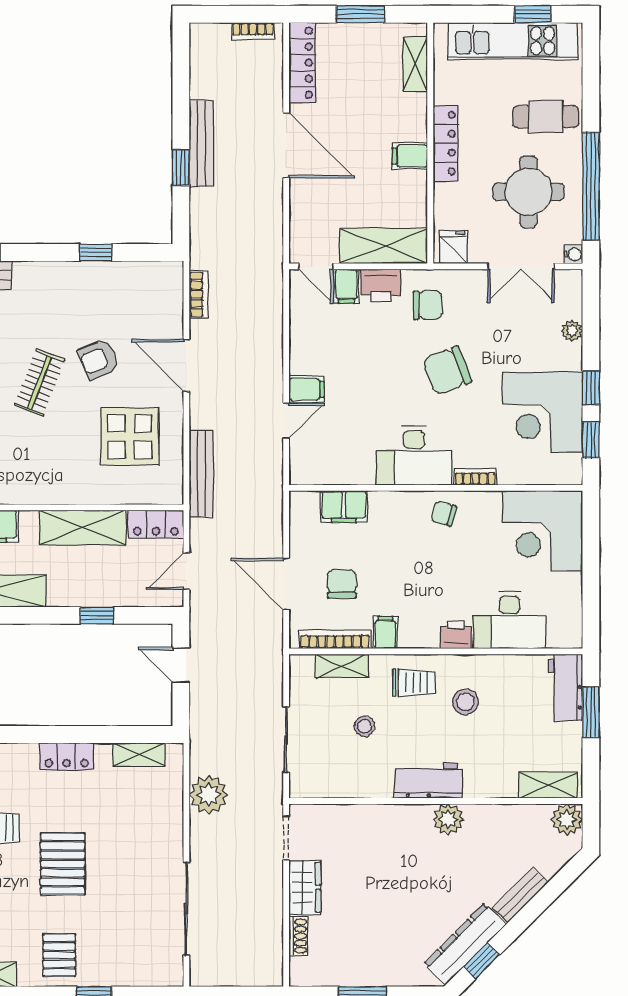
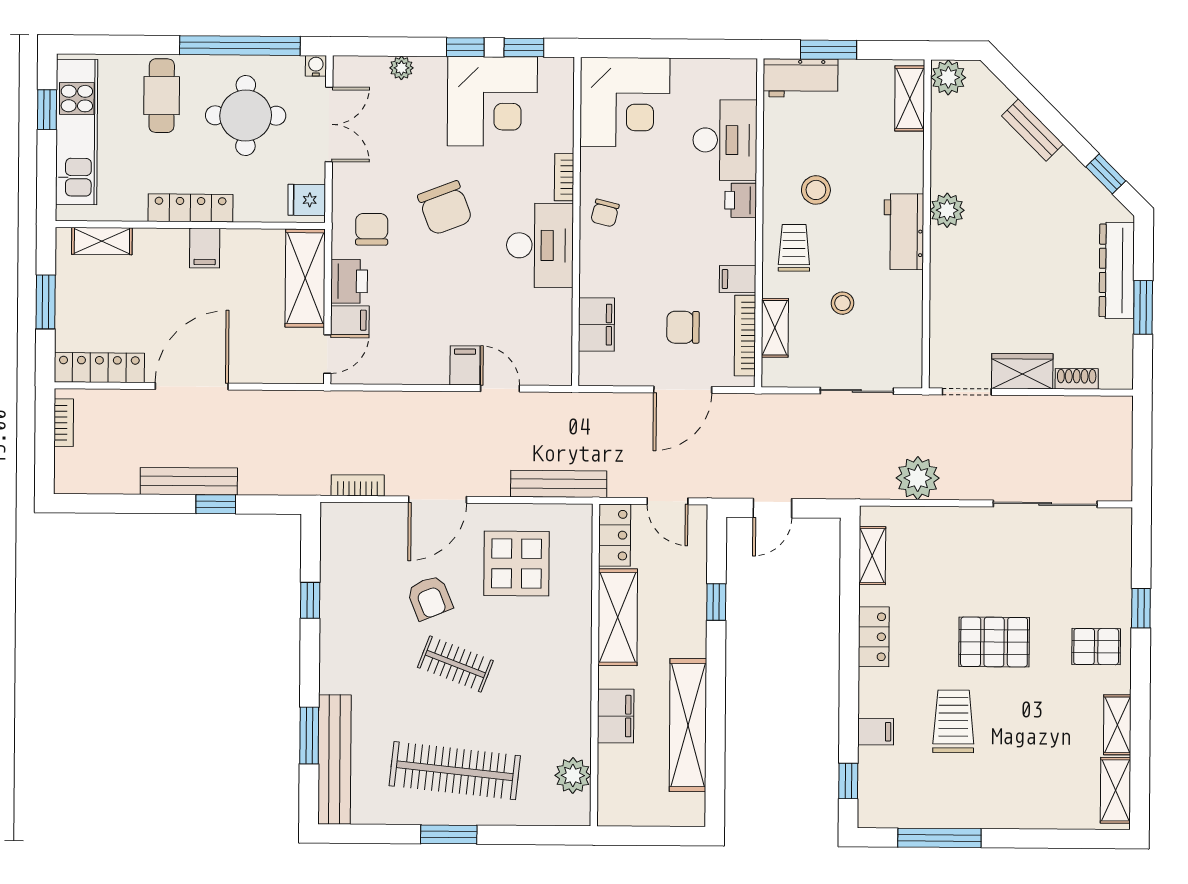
dresser: (465, 944) -> (1117, 270), moved, turned 45

